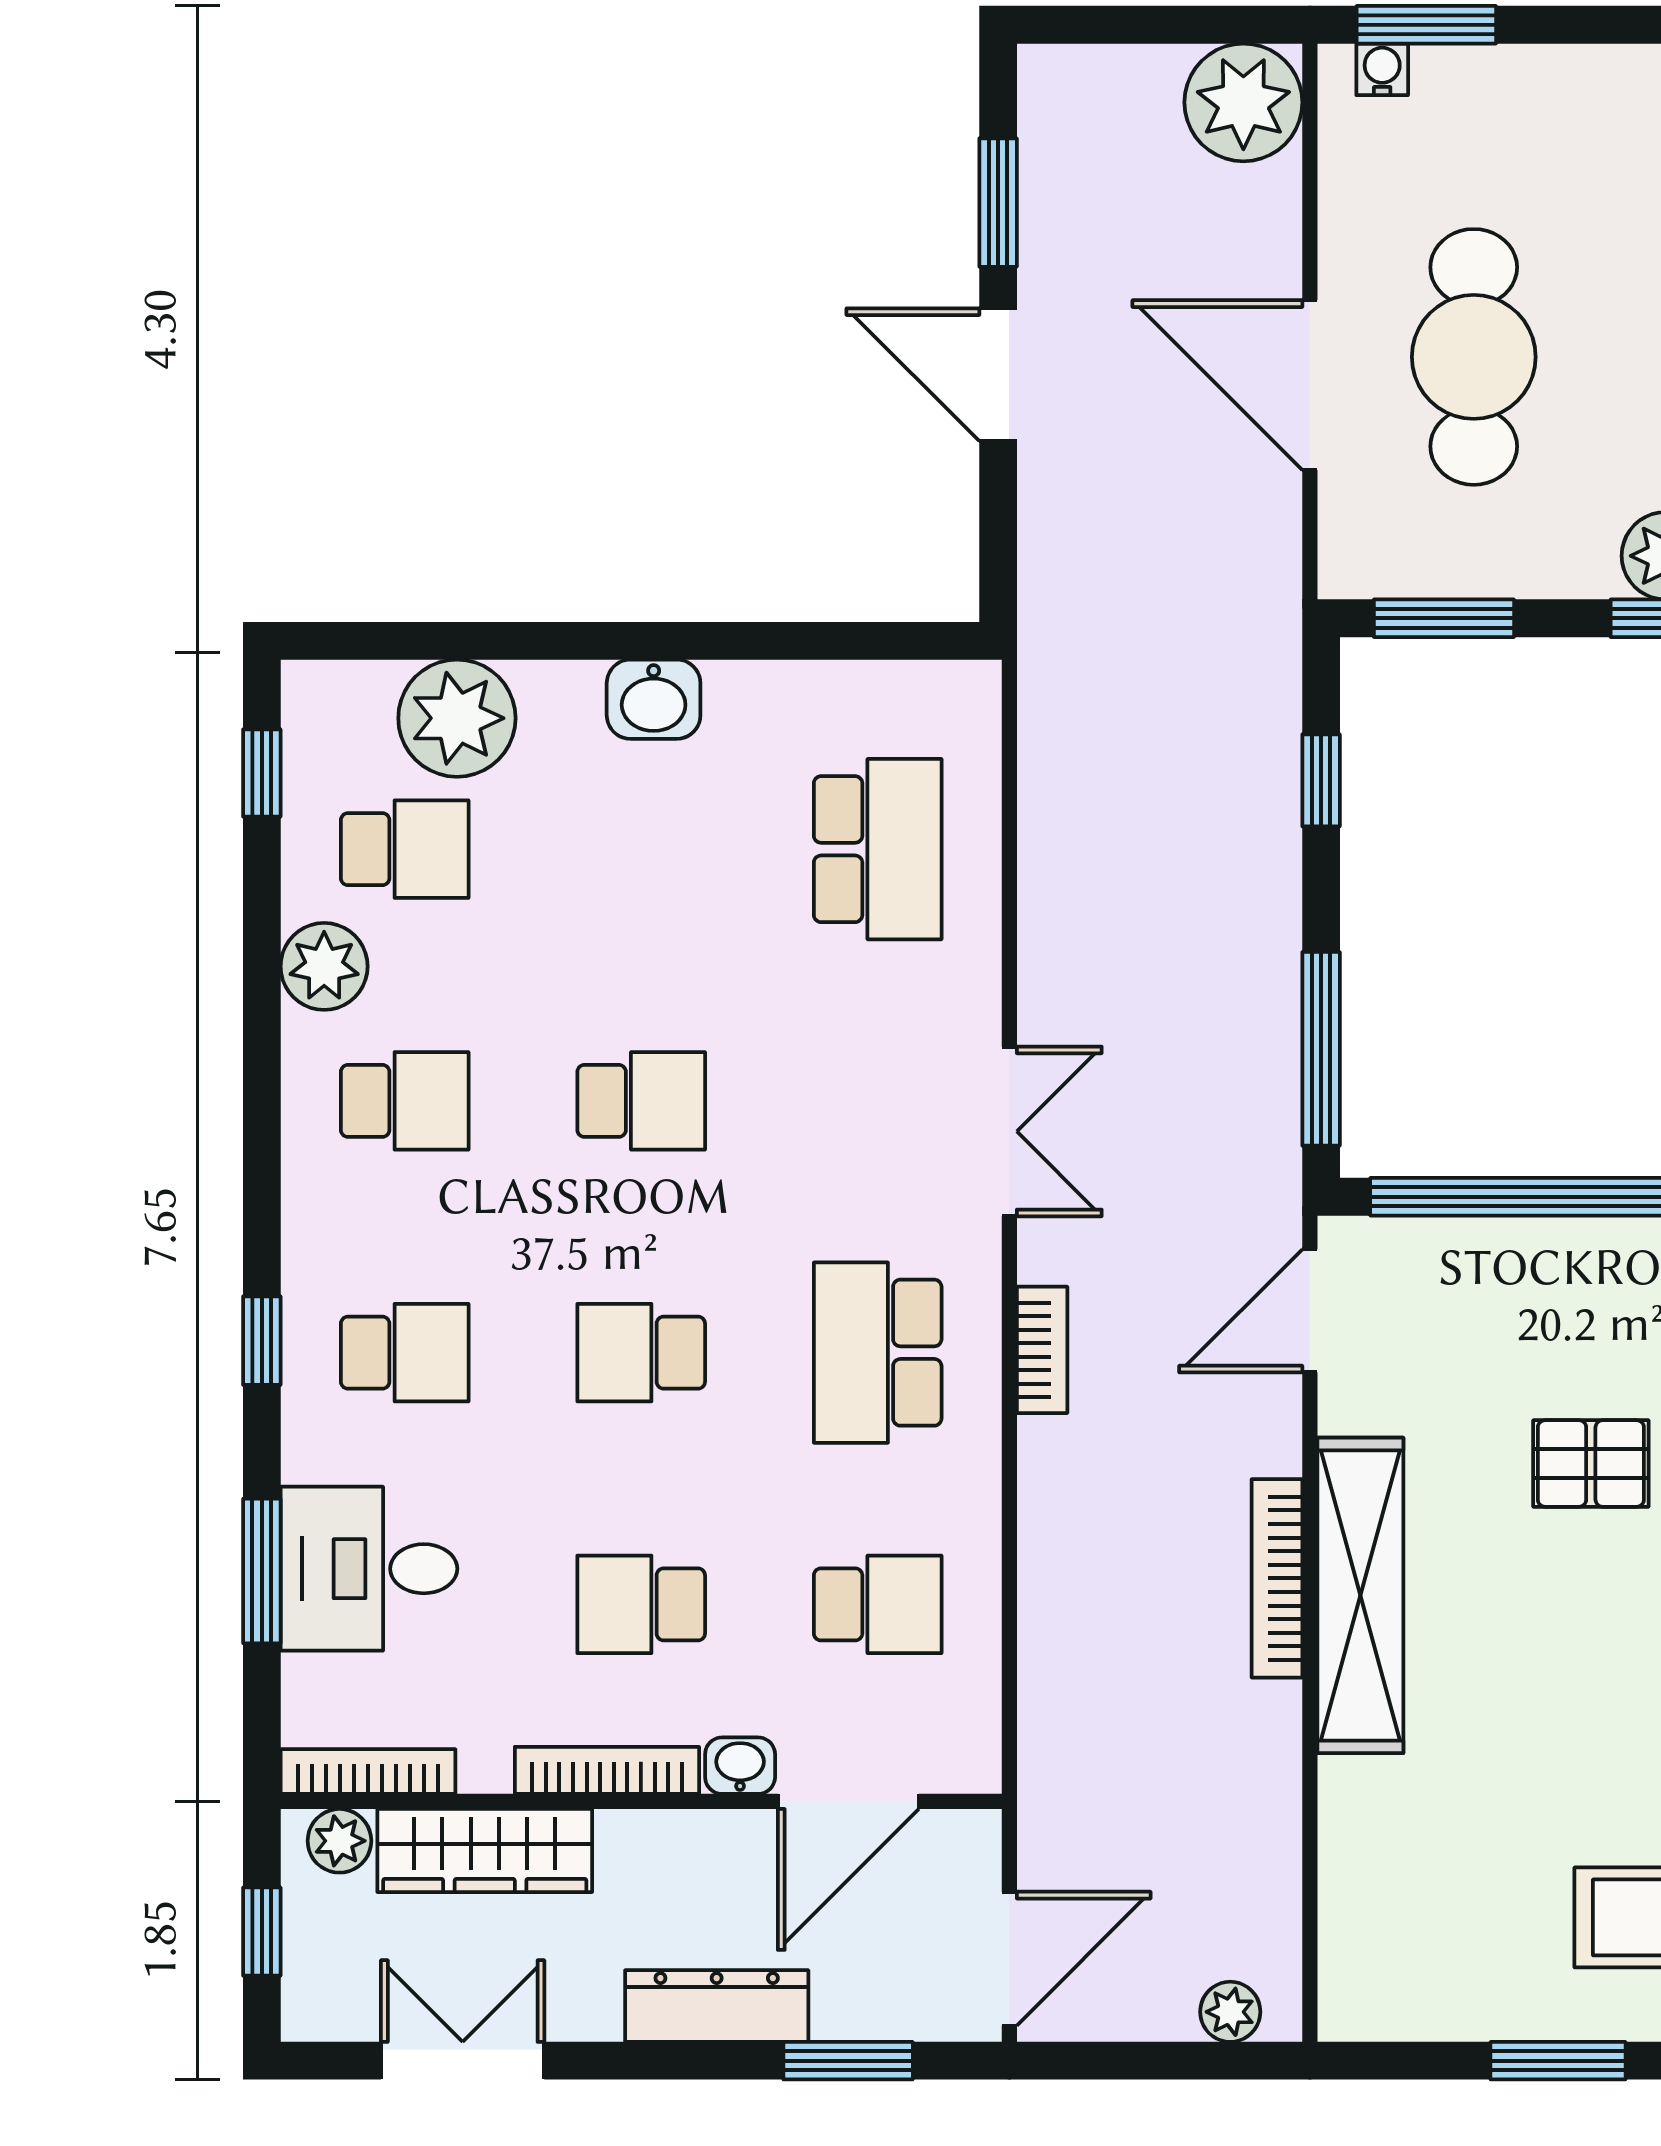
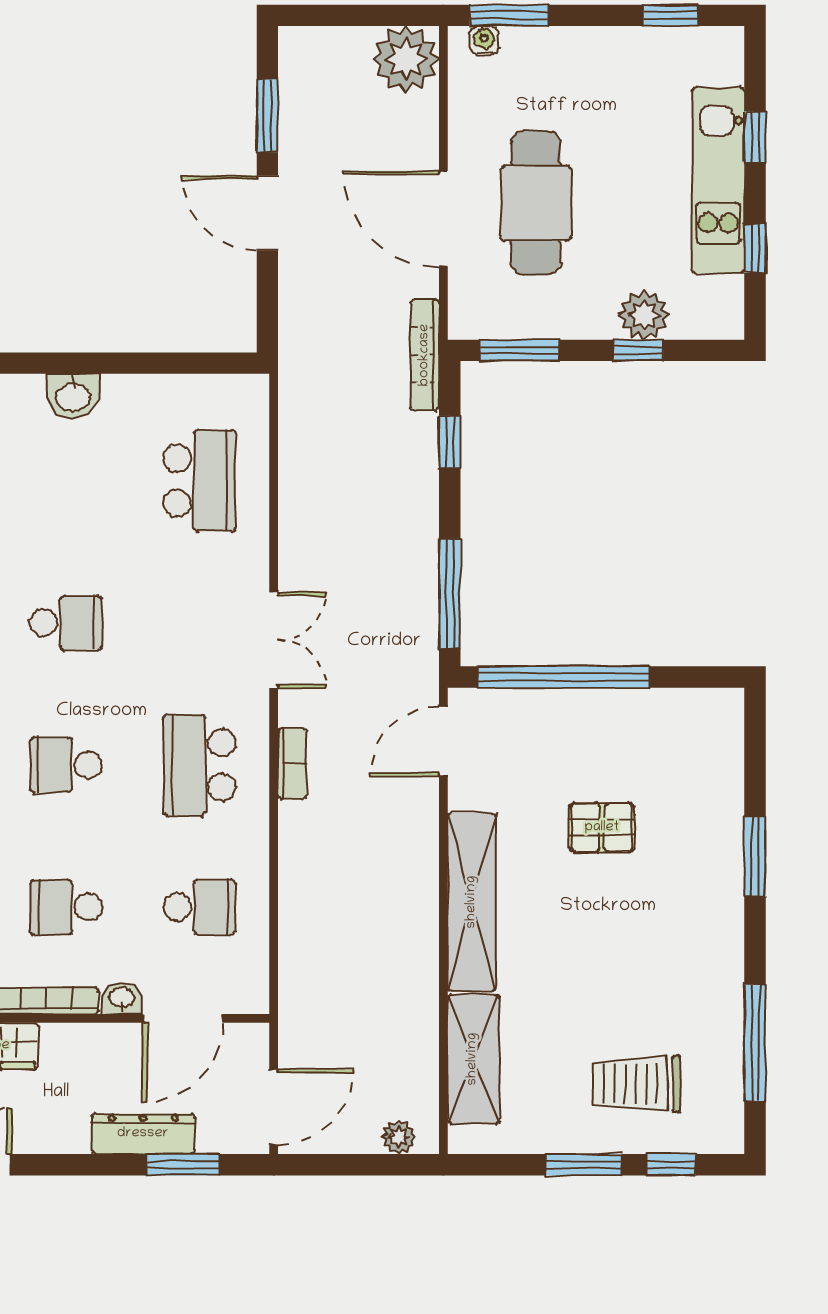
bookcase: (1277, 1578) -> (425, 355), moved
shelving: (1363, 1874) -> (473, 1059), added
dresser: (717, 2006) -> (143, 1134), moved

